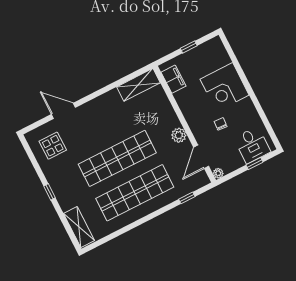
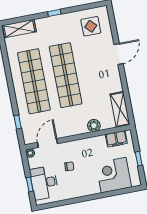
corner desk: (225, 87) -> (114, 175), moved
door: (63, 111) -> (119, 54), moved
plant: (179, 135) -> (94, 126), moved
desk: (252, 145) -> (44, 183), width x1.37
door: (201, 157) -> (48, 143), hinge flipped

